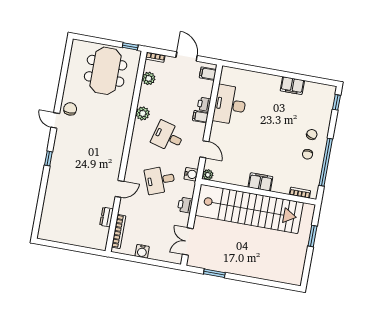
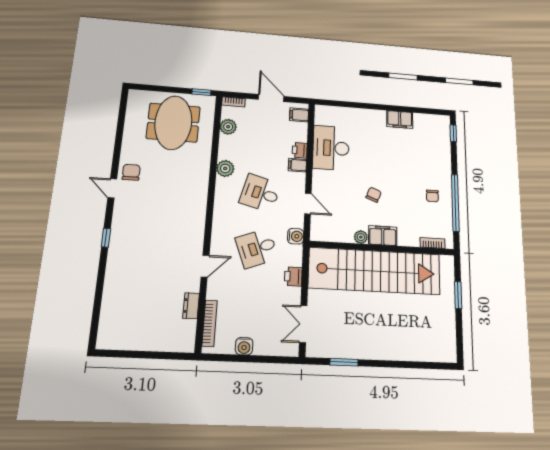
chair: (312, 134) -> (374, 195), moved
plant: (208, 175) -> (361, 237), moved

